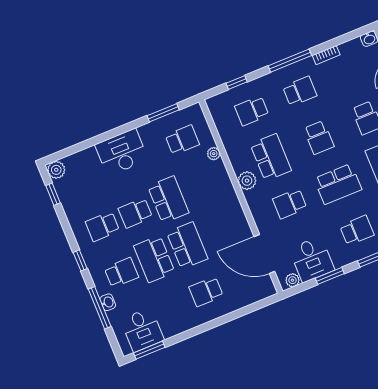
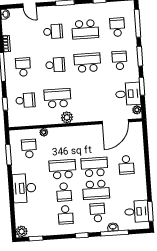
school desk: (252, 111) -> (25, 100), turned -90
school desk: (338, 184) -> (87, 63), turned -90
school desk: (290, 204) -> (90, 96), removed

